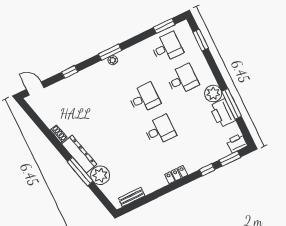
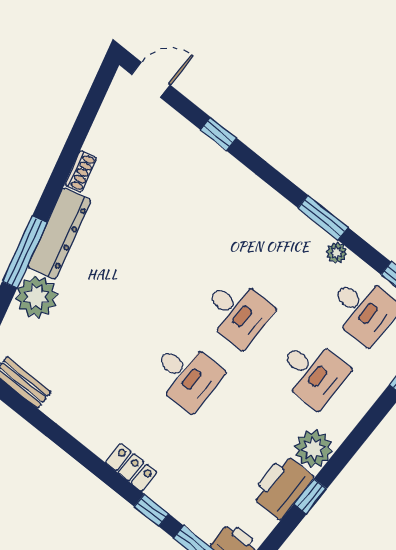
window: (110, 52) -> (323, 218), moved
plant: (113, 60) -> (337, 253), moved
door: (35, 89) -> (151, 80), hinge flipped
window: (232, 104) -> (310, 496), width x0.46
locker: (176, 175) -> (131, 467), moved

